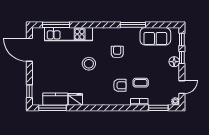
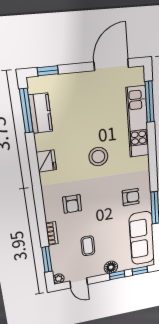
sofa: (155, 36) -> (142, 238), width x1.36
armchair: (117, 52) -> (131, 197), moved
coffee table: (141, 83) -> (88, 246), moved
fridge: (75, 99) -> (46, 161), moved

